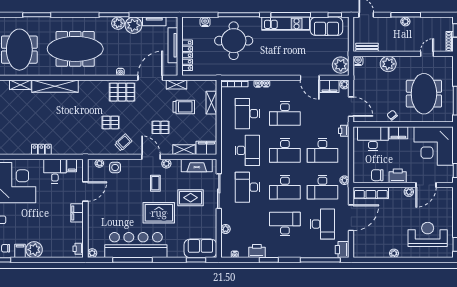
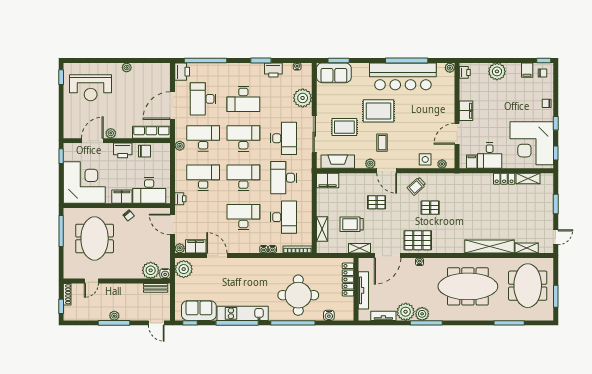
plant: (388, 64) -> (151, 270), moved
shelving: (184, 150) -> (528, 178), moved
plant: (226, 229) -> (303, 98), width x1.88, depth x1.88
plant: (34, 250) -> (497, 71), moved

